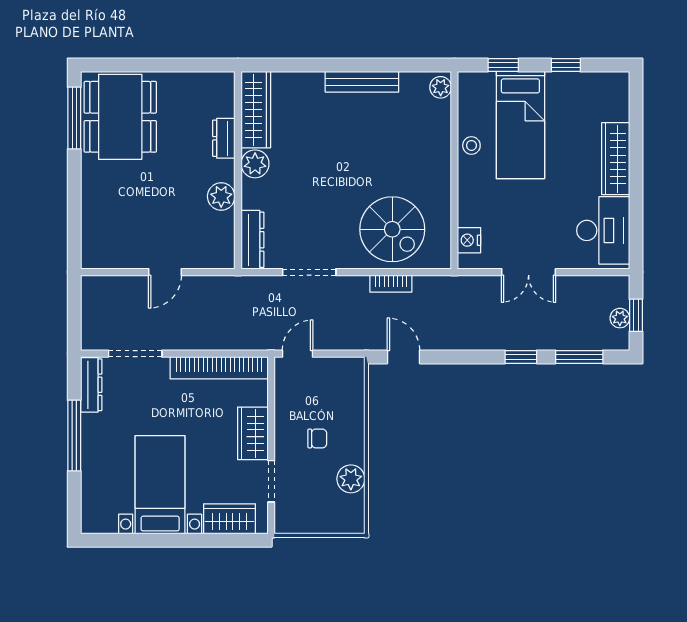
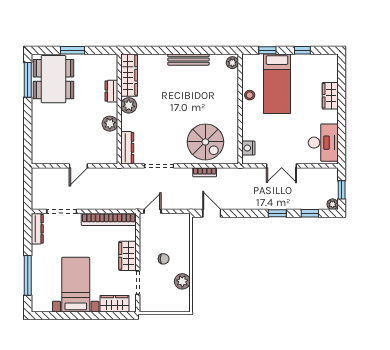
window: (154, 65) -> (72, 50), added
wardrobe: (616, 159) -> (330, 96), width x0.67
plant: (620, 318) -> (333, 204), moved
window: (579, 357) -> (310, 213), width x0.67
window: (74, 436) -> (28, 275), moved

